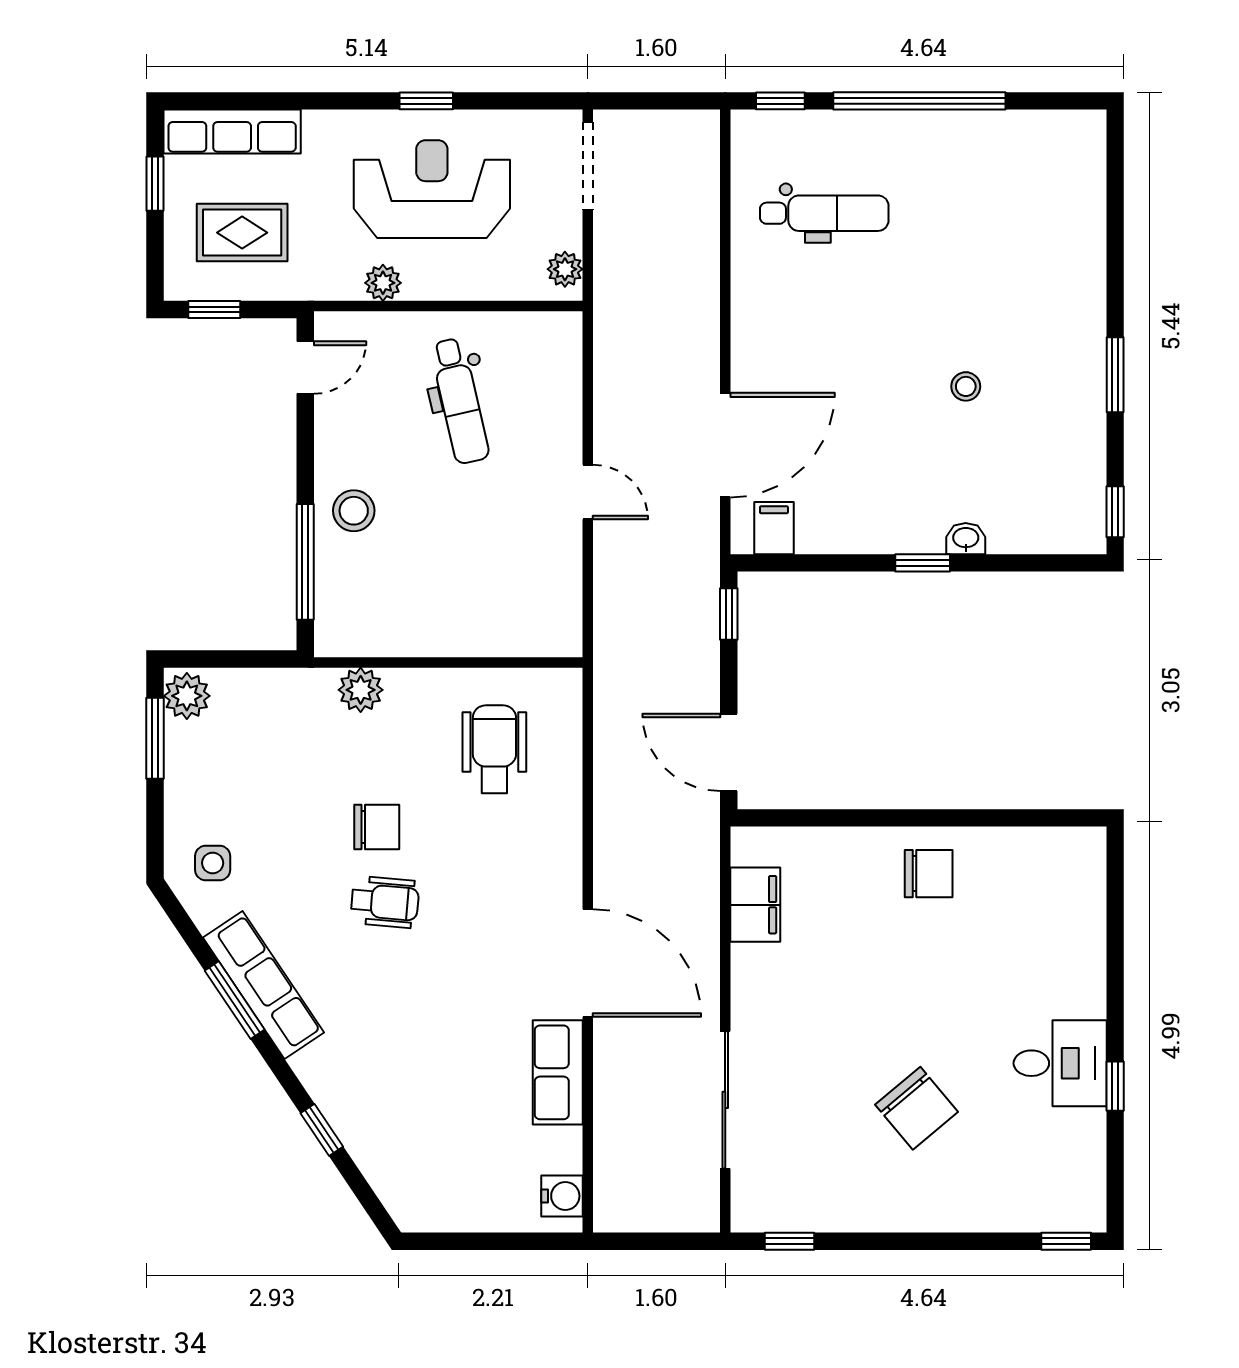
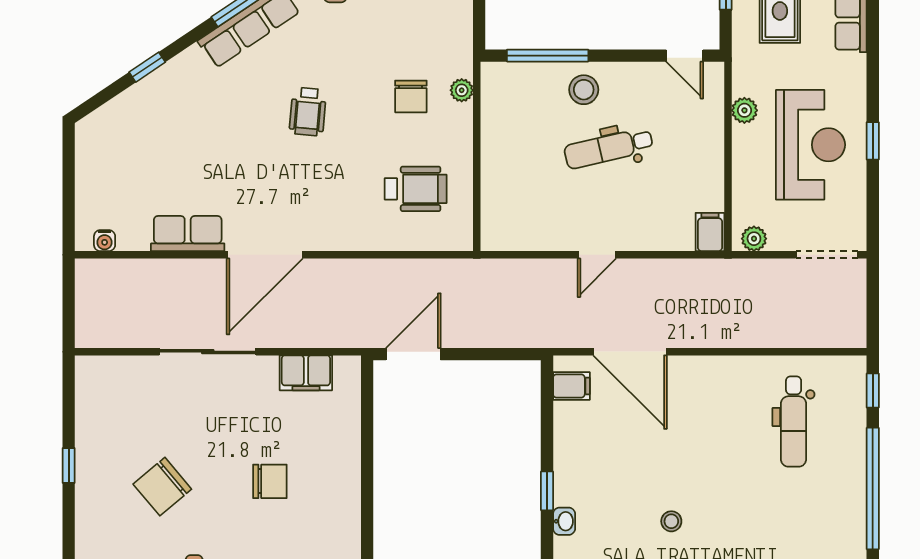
filing cabinet: (555, 332) -> (710, 232), added
dental chair: (460, 401) -> (609, 148), moved
window: (729, 614) -> (511, 354), removed
plant: (361, 690) -> (462, 90), width x0.73, depth x0.73
chair: (377, 827) -> (411, 96), moved
chair: (929, 874) -> (270, 481), moved, turned -90
sliding door: (725, 1100) -> (208, 352), moved
water cooler: (562, 1196) -> (105, 241), width x0.72, depth x0.72
window: (789, 1241) -> (69, 465), moved

